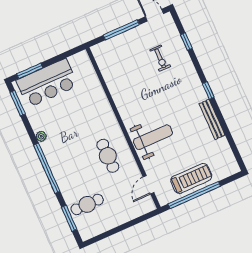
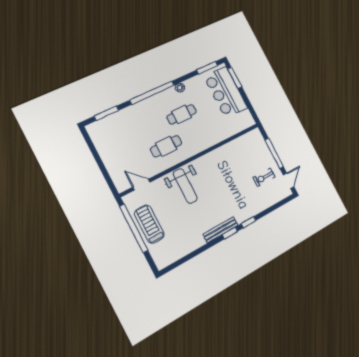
window: (186, 42) -> (248, 222), moved
exercise bike: (160, 58) -> (264, 177), moved
bench: (212, 119) -> (221, 230), moved
treadmill: (191, 178) -> (149, 224), turned 180
cafe table: (87, 204) -> (182, 114), moved, turned 90

